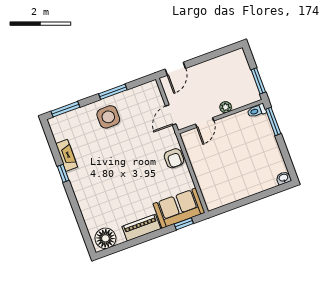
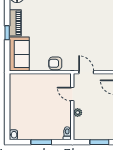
window: (258, 81) -> (99, 142), moved
side table: (108, 117) -> (101, 28), removed
window: (273, 121) -> (41, 142), moved
window: (184, 224) -> (7, 33), moved

